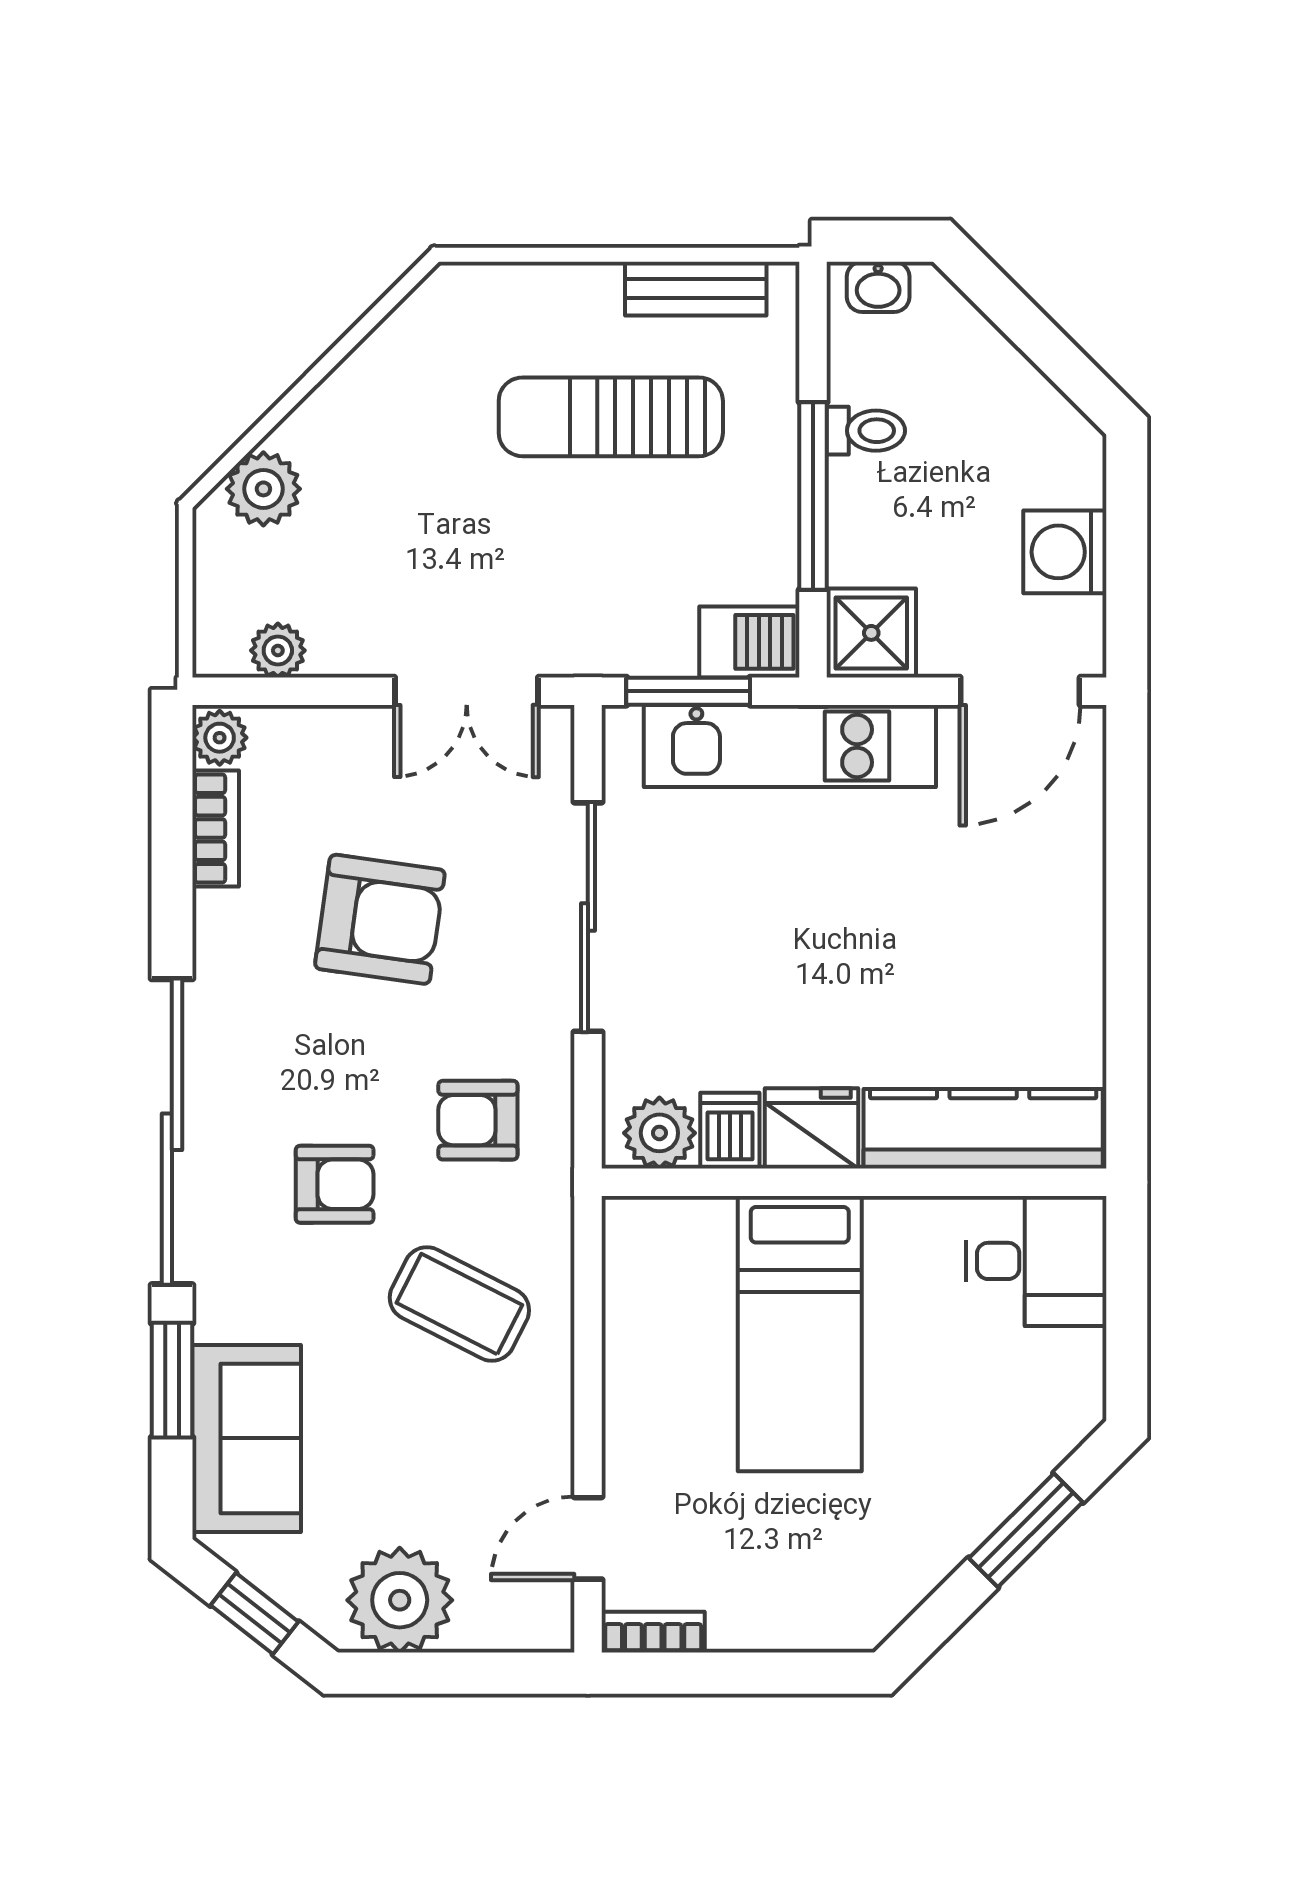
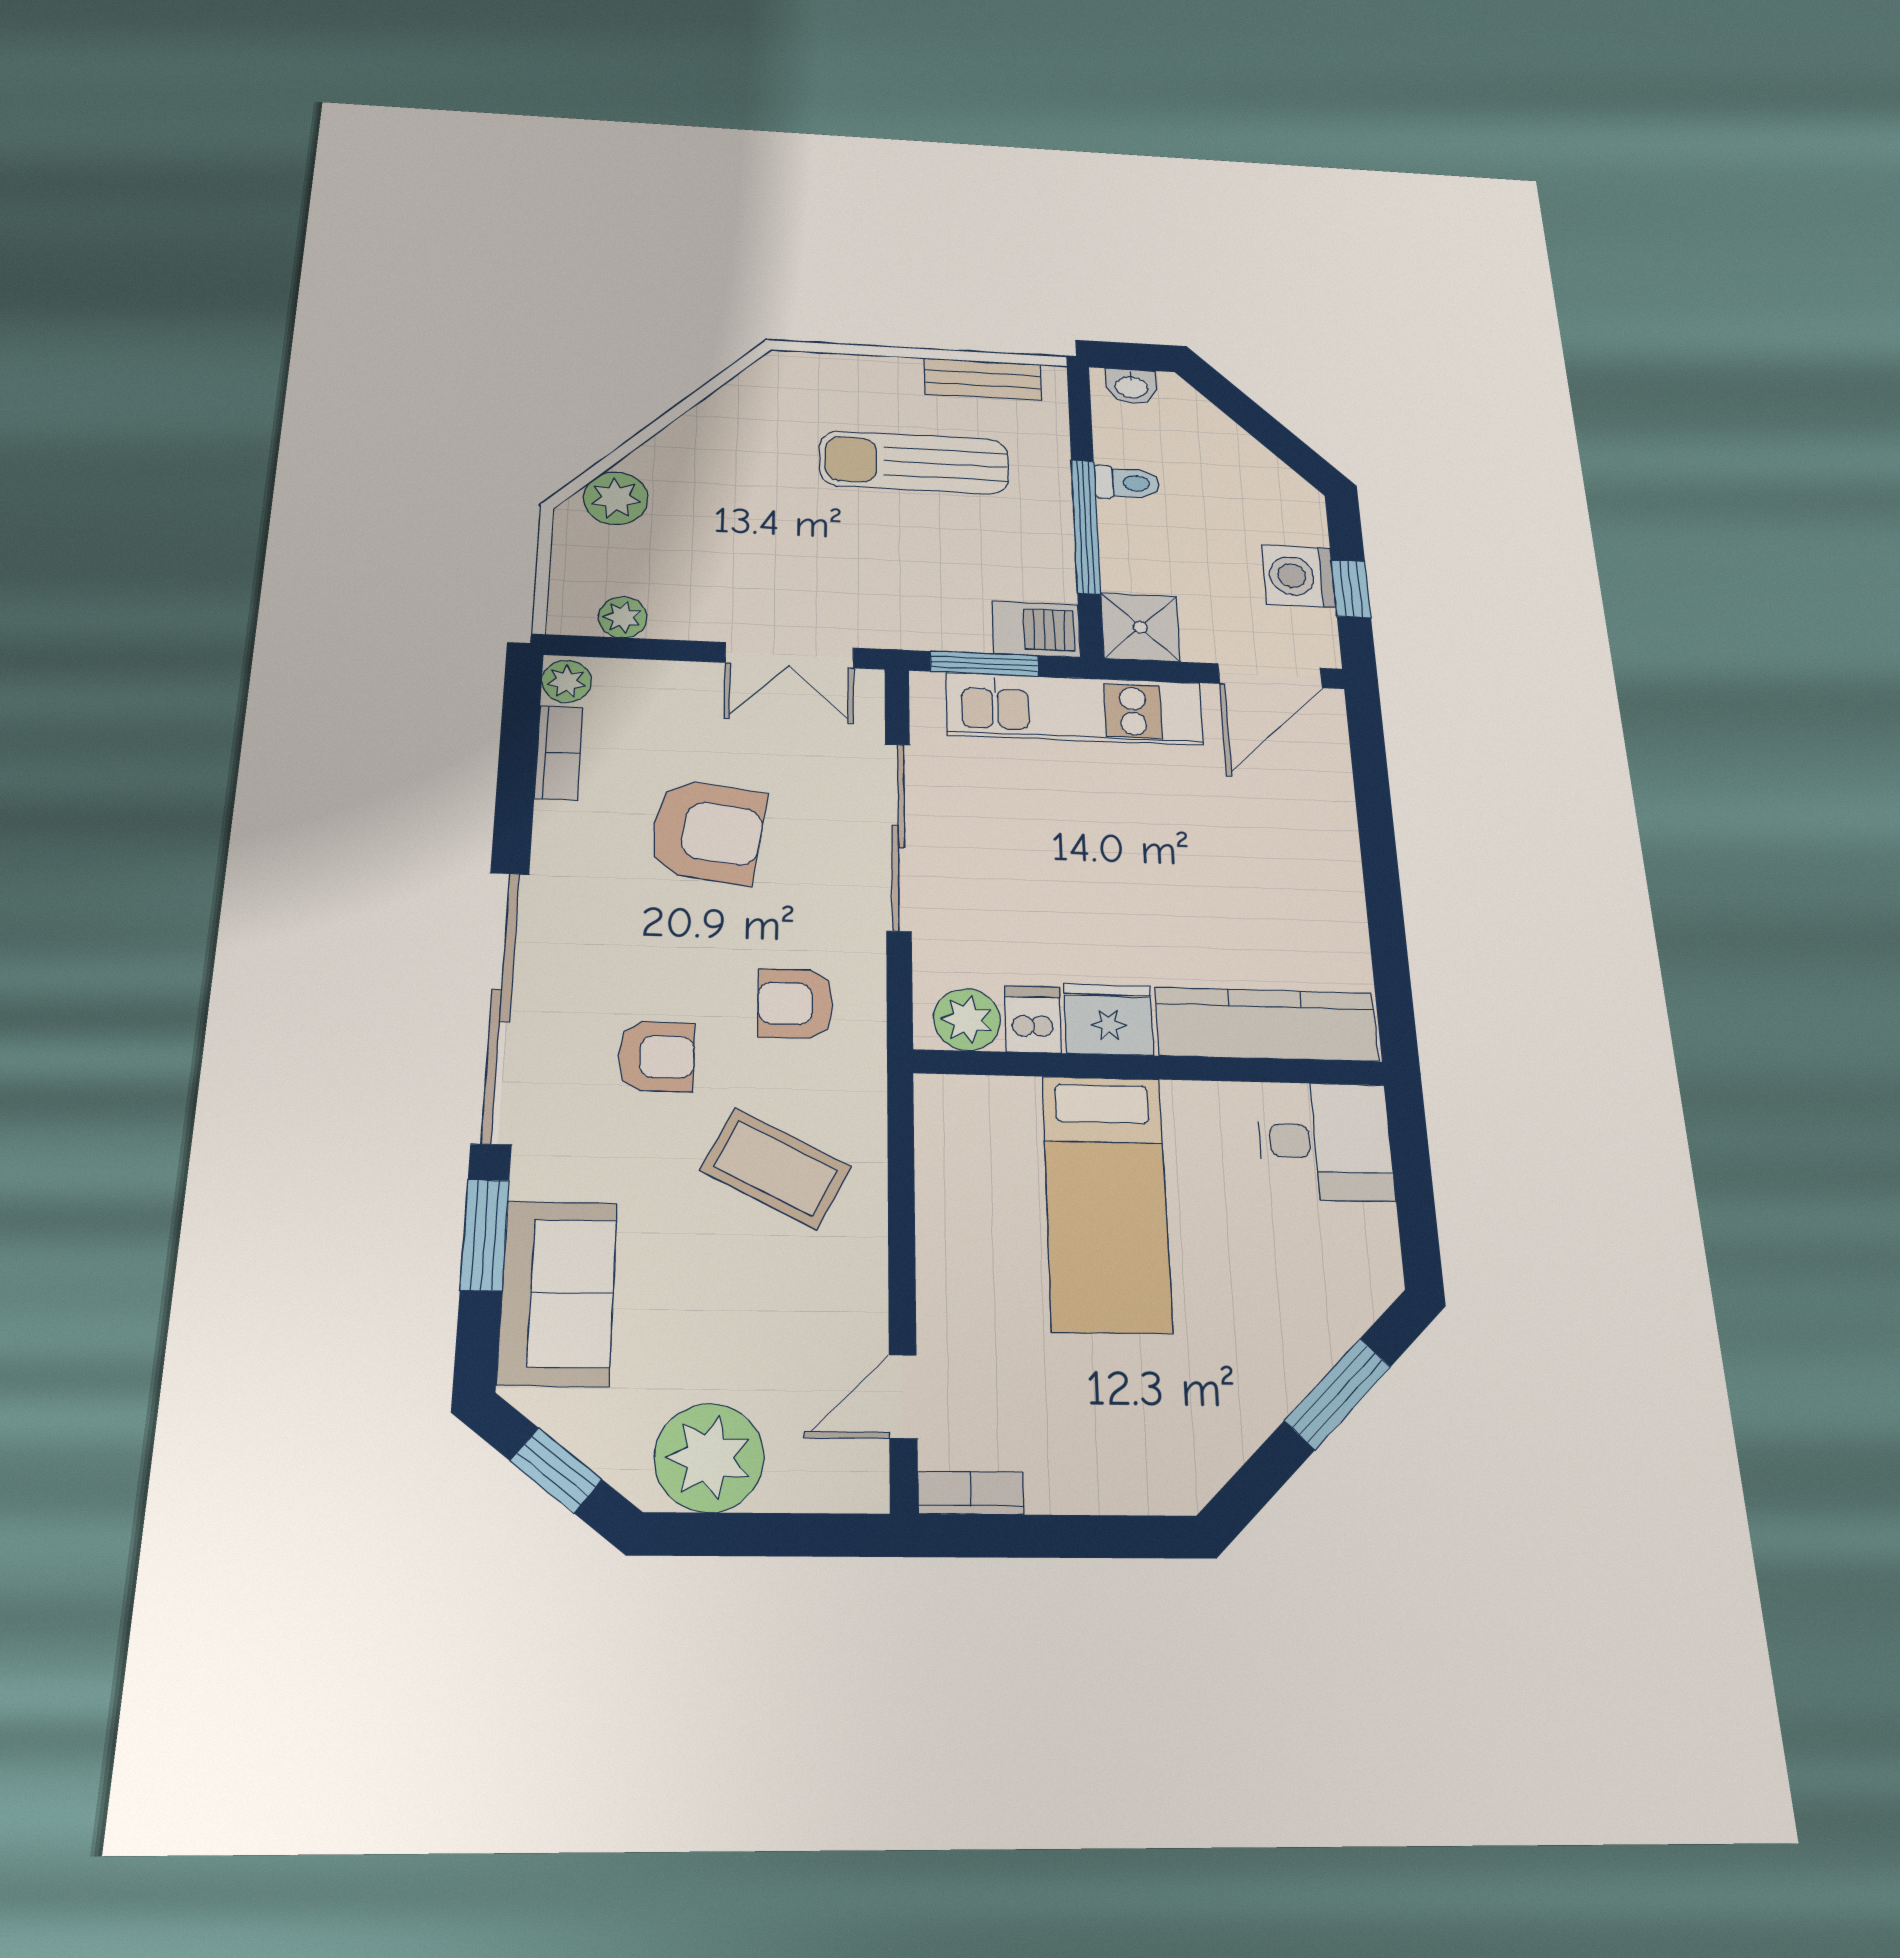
window: (1127, 566) -> (1351, 589), added

